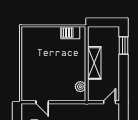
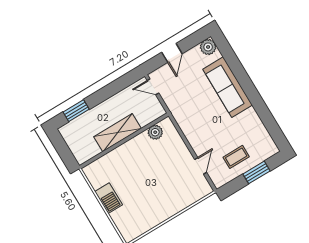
barbecue: (70, 33) -> (109, 198), moved

